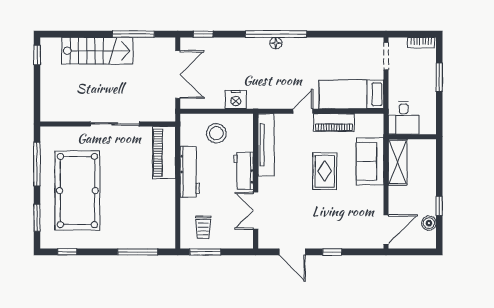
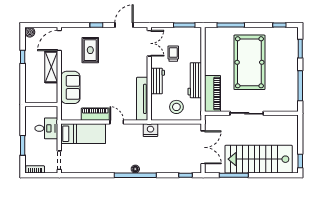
stairs: (97, 51) -> (259, 159), width x1.36, depth x1.51
double door: (178, 74) -> (203, 147), swing flipped
nightstand: (236, 100) -> (150, 130), moved
door: (303, 111) -> (117, 122), swing flipped
desk: (404, 118) -> (46, 128), moved, turned 90
shelving: (398, 162) -> (51, 67), moved
rug: (325, 171) -> (90, 50), moved
pool table: (77, 191) -> (249, 62), moved
double door: (256, 211) -> (149, 43), moved
boiler: (429, 223) -> (30, 32), moved
trolley: (203, 227) -> (173, 54), moved
door: (292, 252) -> (124, 25), hinge flipped

